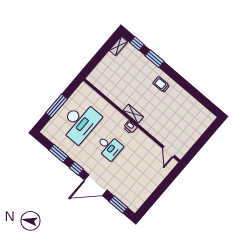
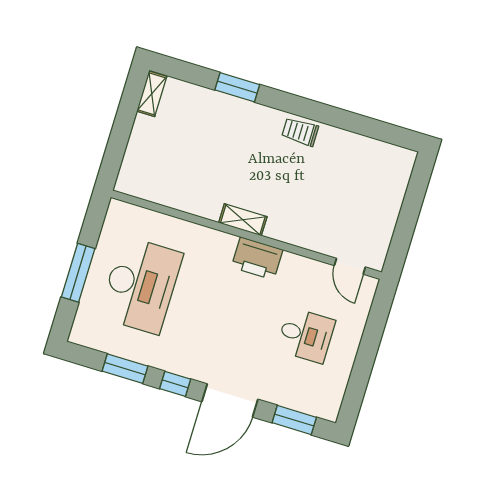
window: (137, 44) -> (188, 72), removed
trolley: (161, 84) -> (300, 132), moved
printer: (130, 127) -> (257, 258), width x1.87, depth x1.48
desk: (109, 147) -> (306, 335), moved

